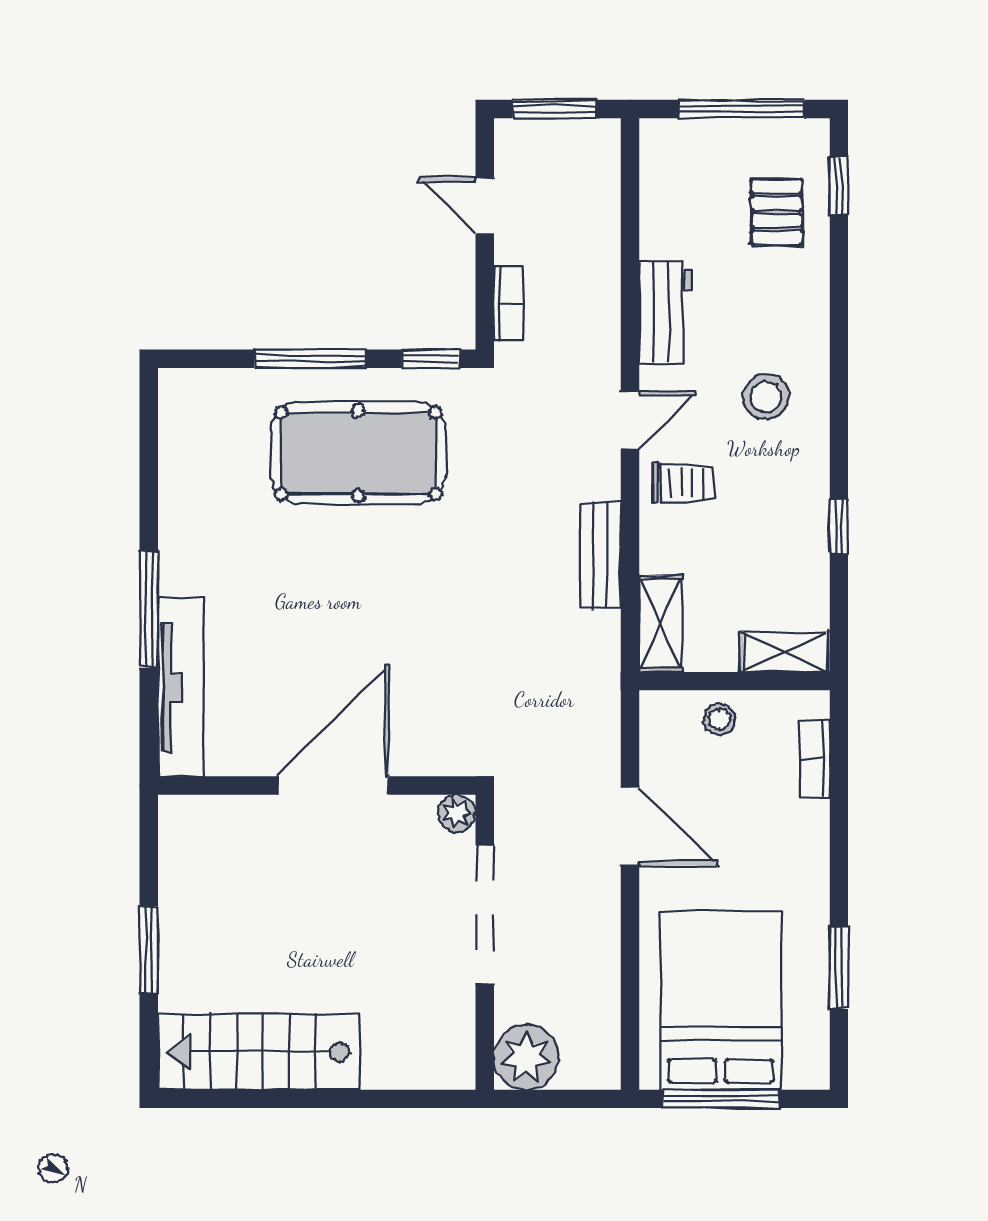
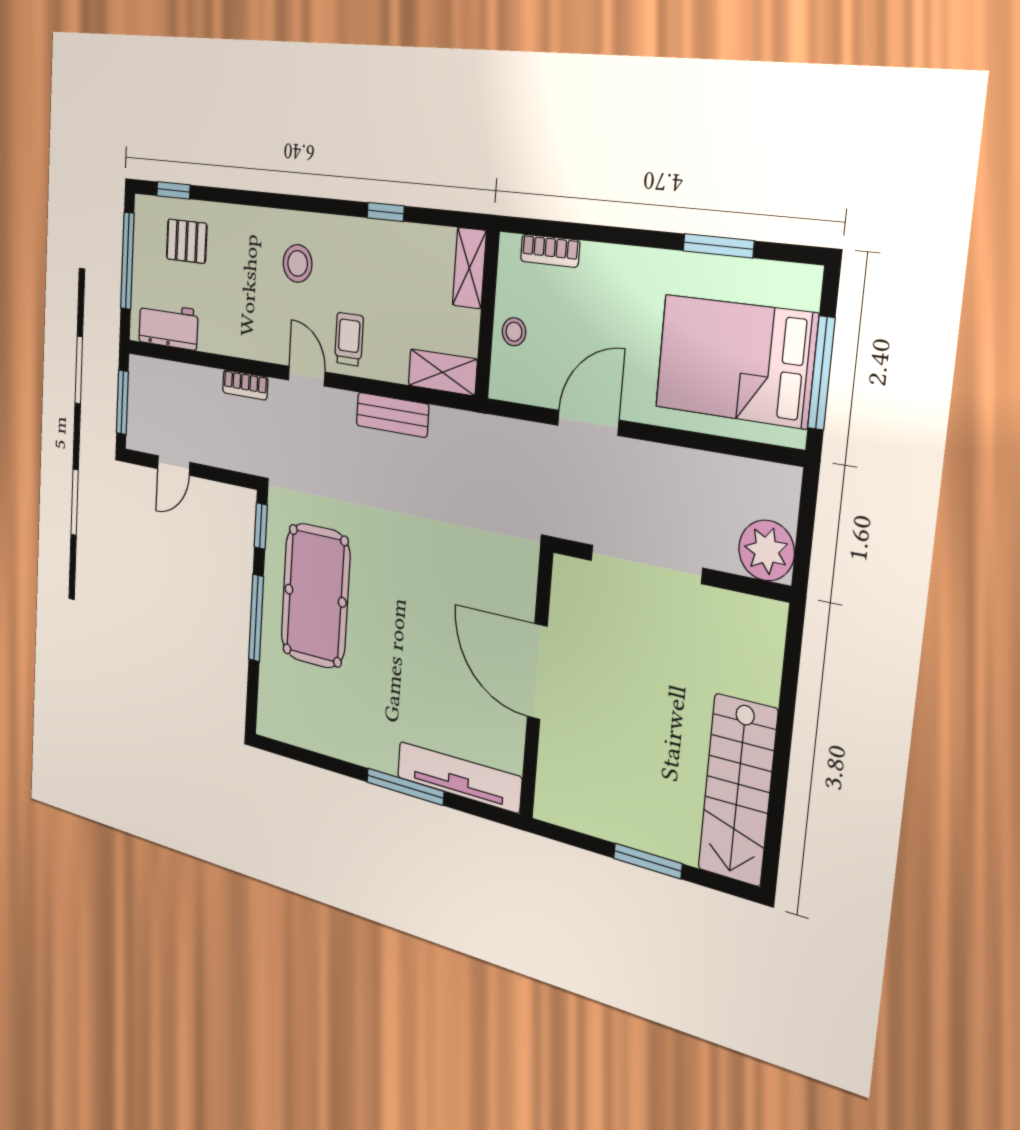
bookcase: (509, 304) -> (245, 385), moved, turned 180
workbench: (665, 313) -> (168, 326), moved
plant: (457, 813) -> (566, 572), removed

